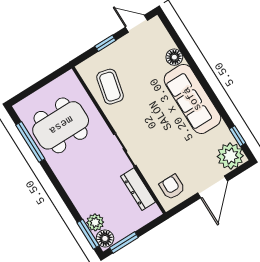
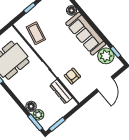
plant: (230, 156) -> (106, 56), moved
armchair: (172, 187) -> (72, 76), moved
floor lamp: (105, 238) -> (31, 106), moved

